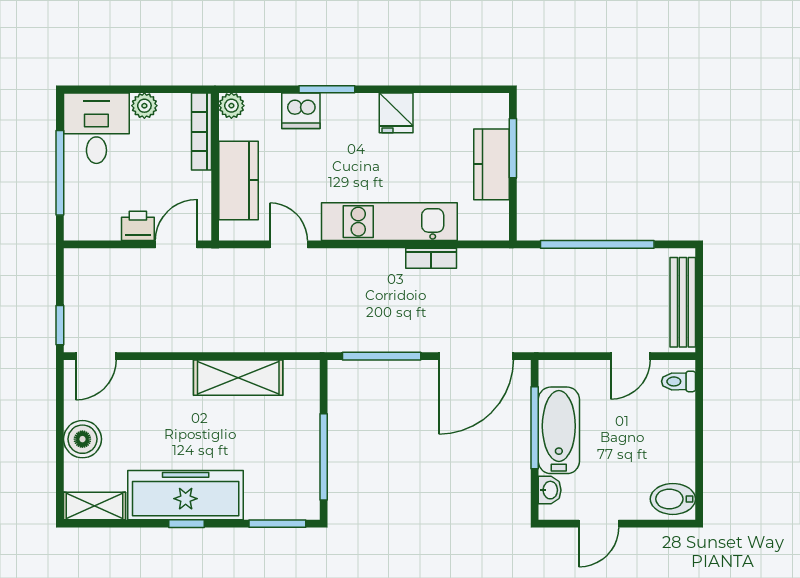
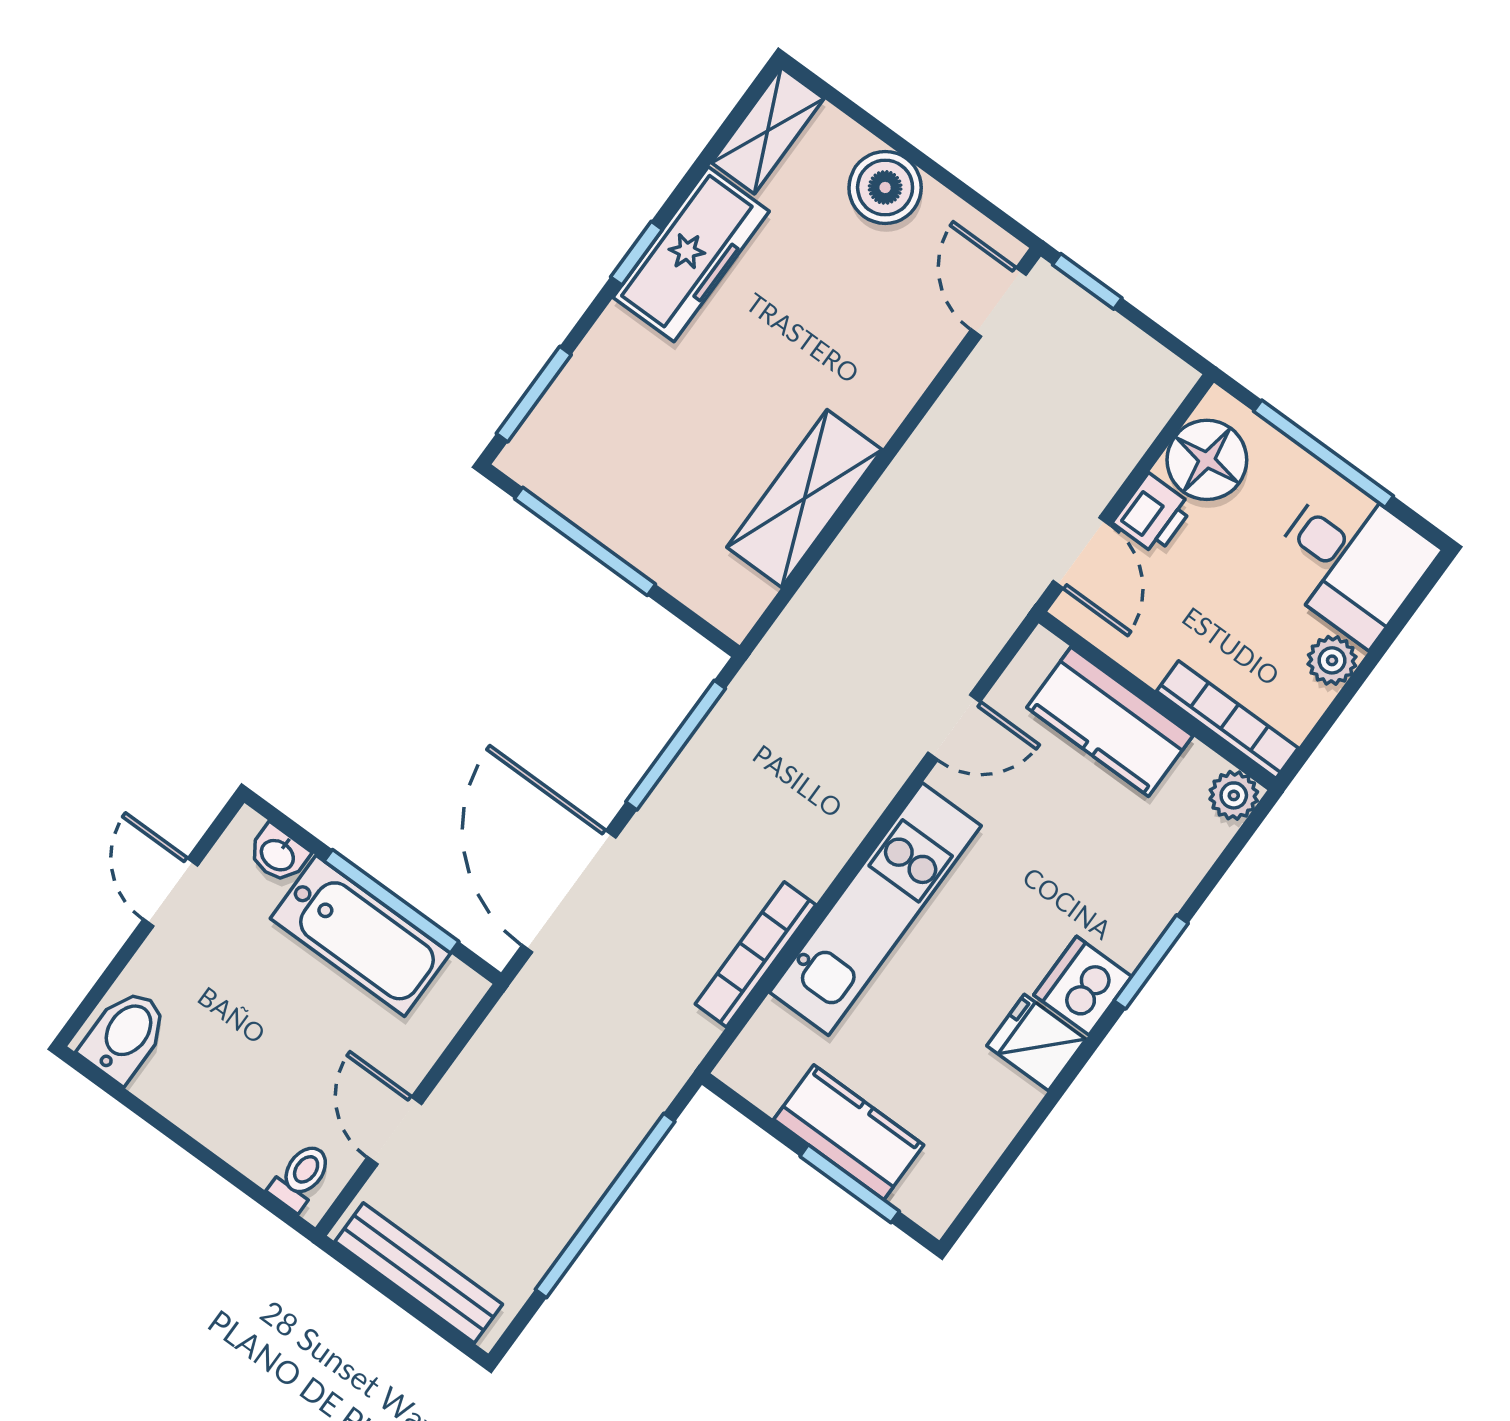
dishwasher: (301, 111) -> (1083, 986), moved
floor lamp: (98, 220) -> (1207, 460), added
bookcase: (431, 258) -> (755, 954), width x1.56
freezer: (186, 495) -> (691, 254), width x0.73, depth x0.79

